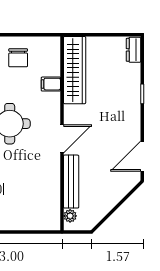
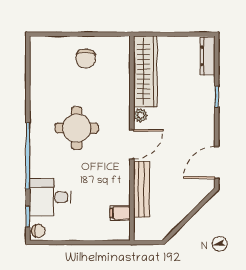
dresser: (134, 50) -> (207, 56), width x1.44
filing cabinet: (51, 84) -> (120, 213), moved
plant: (70, 216) -> (141, 115), moved

